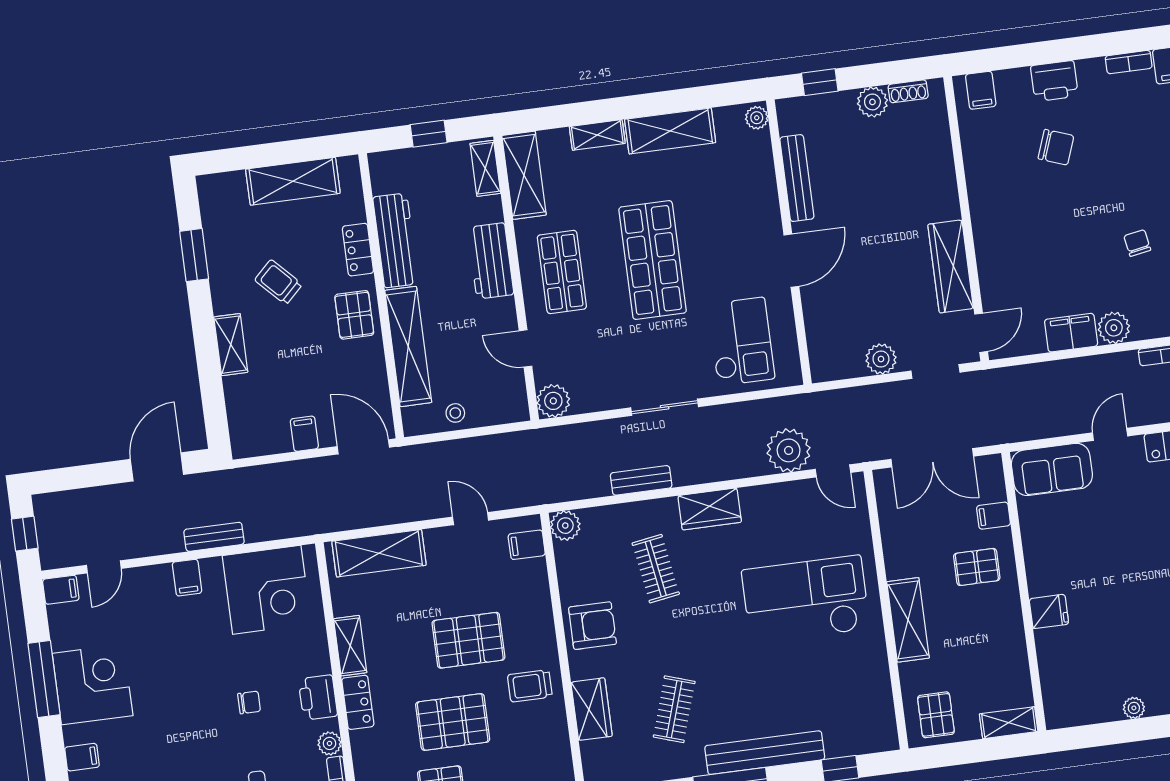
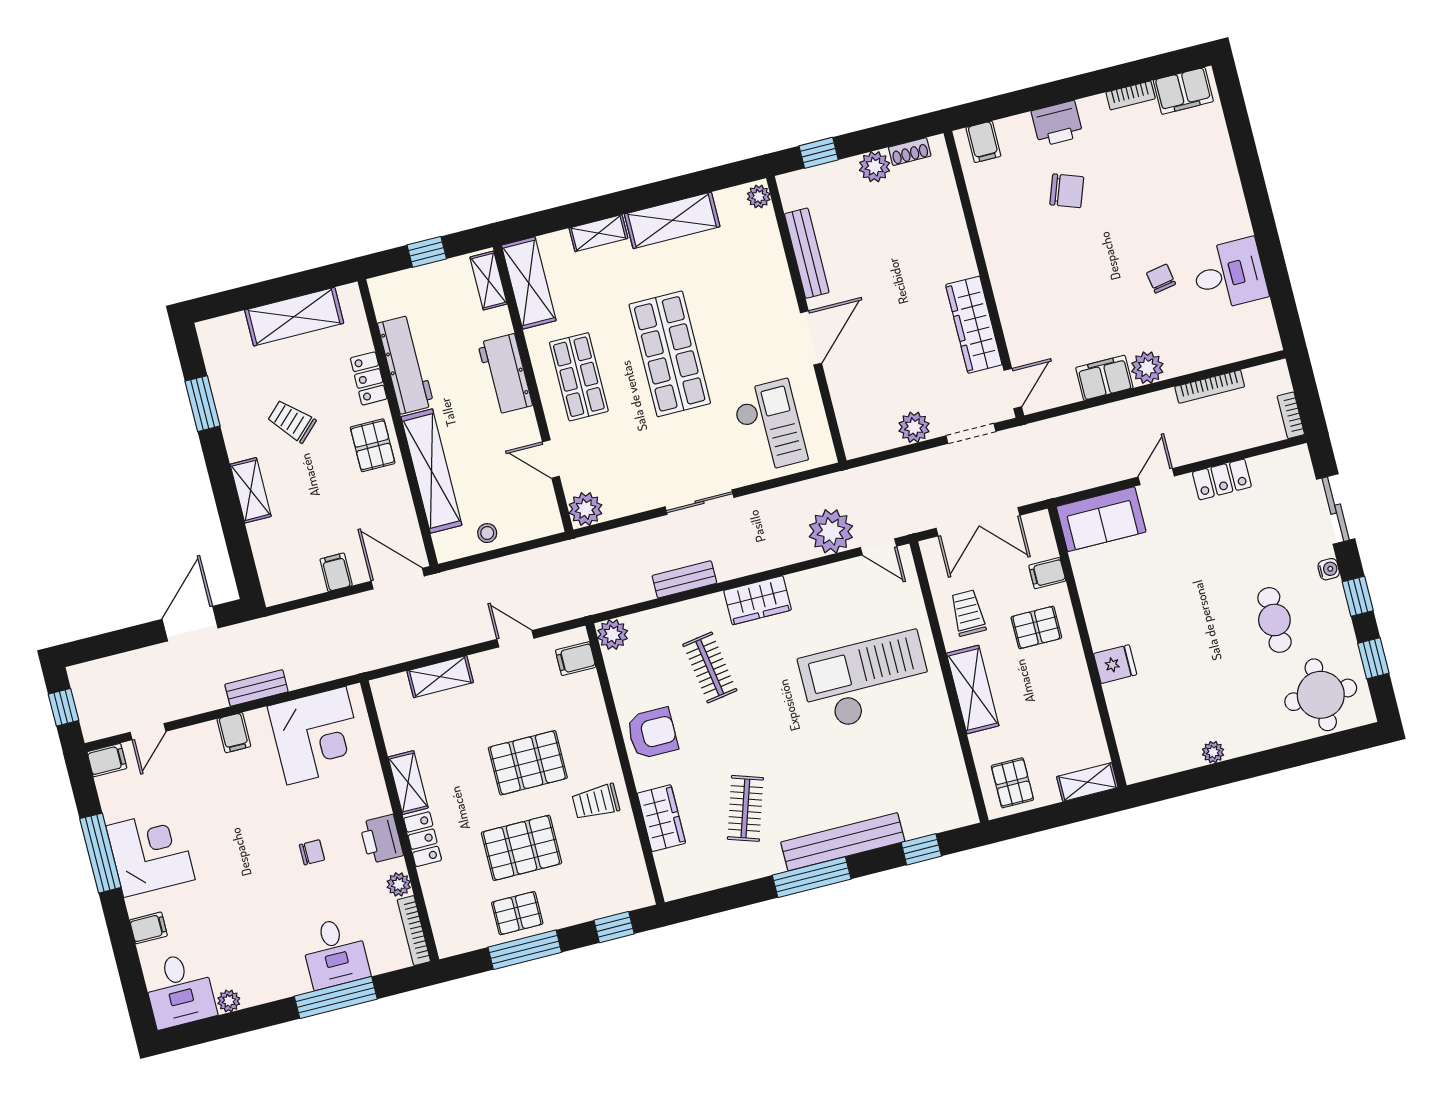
trolley: (912, 545) -> (968, 613), added
shelving: (379, 553) -> (440, 677), width x0.67, depth x0.75

